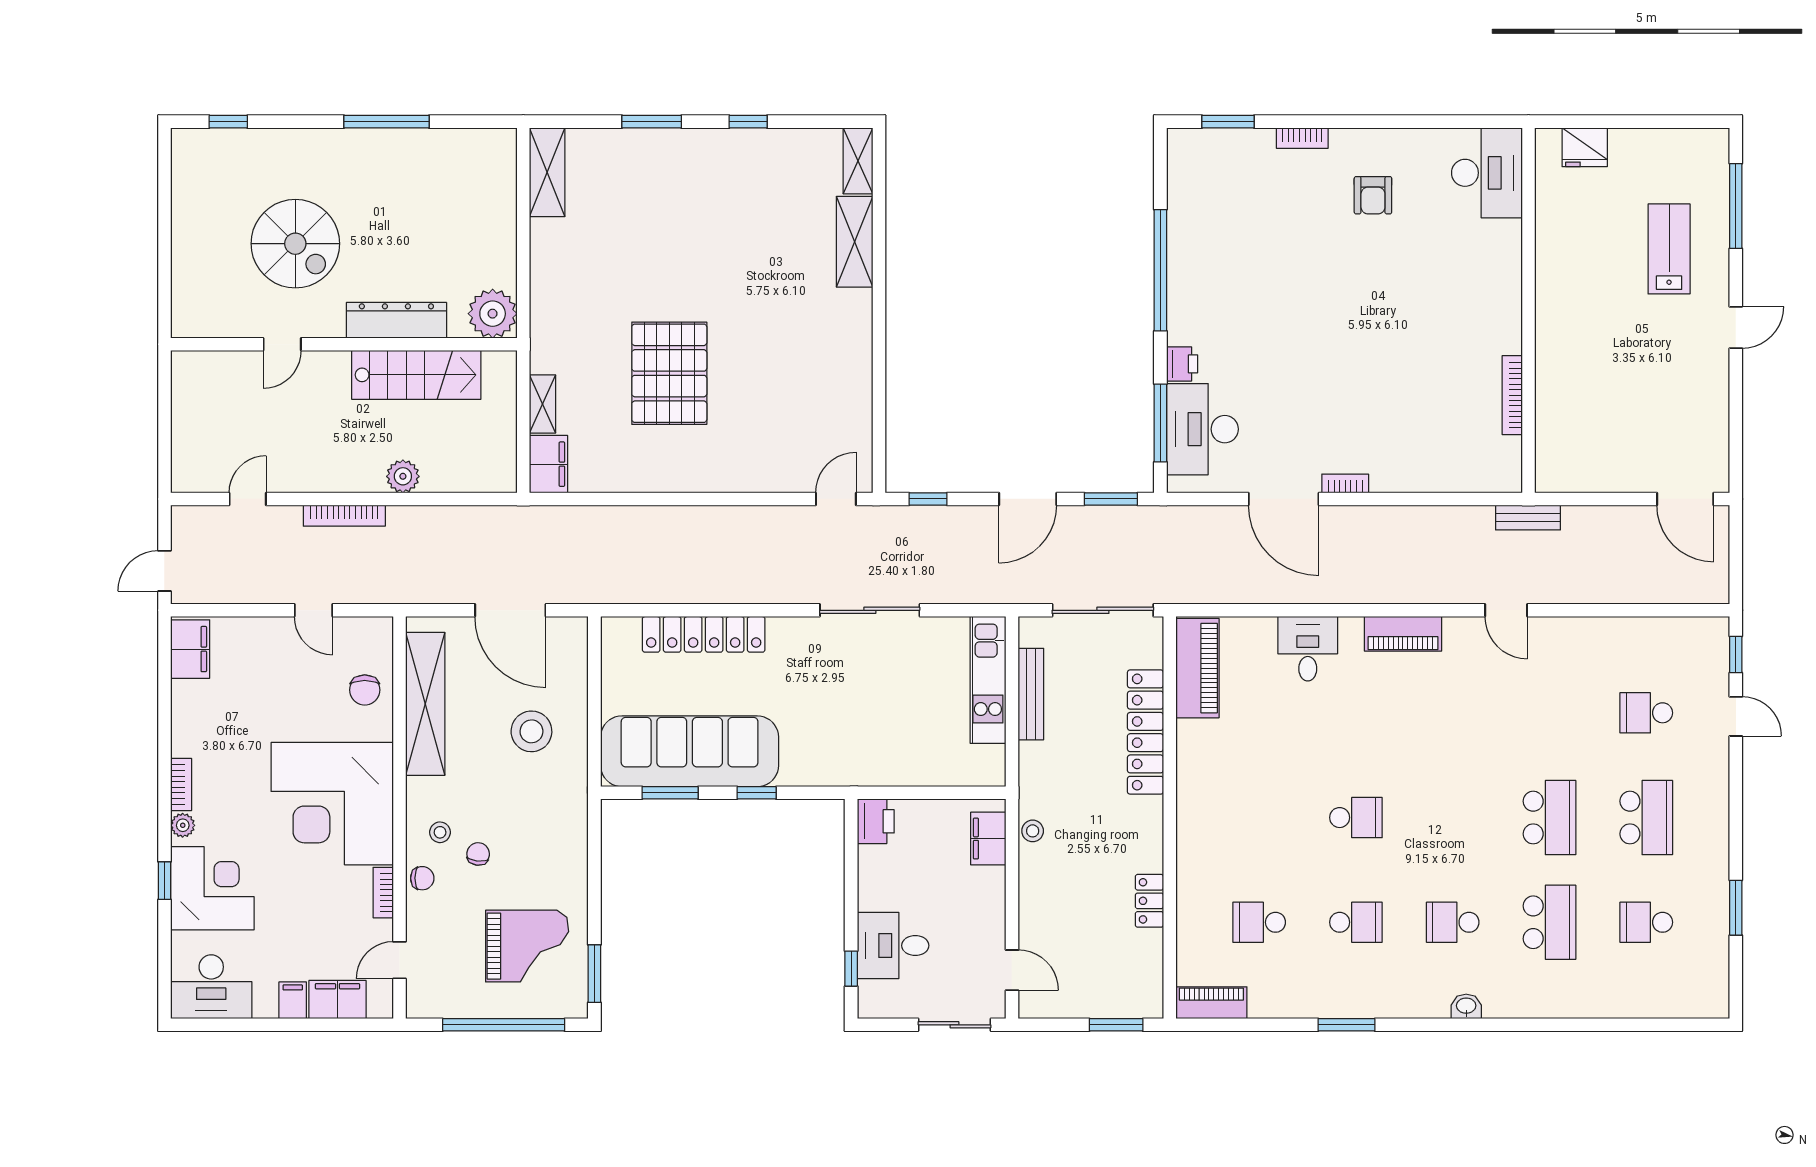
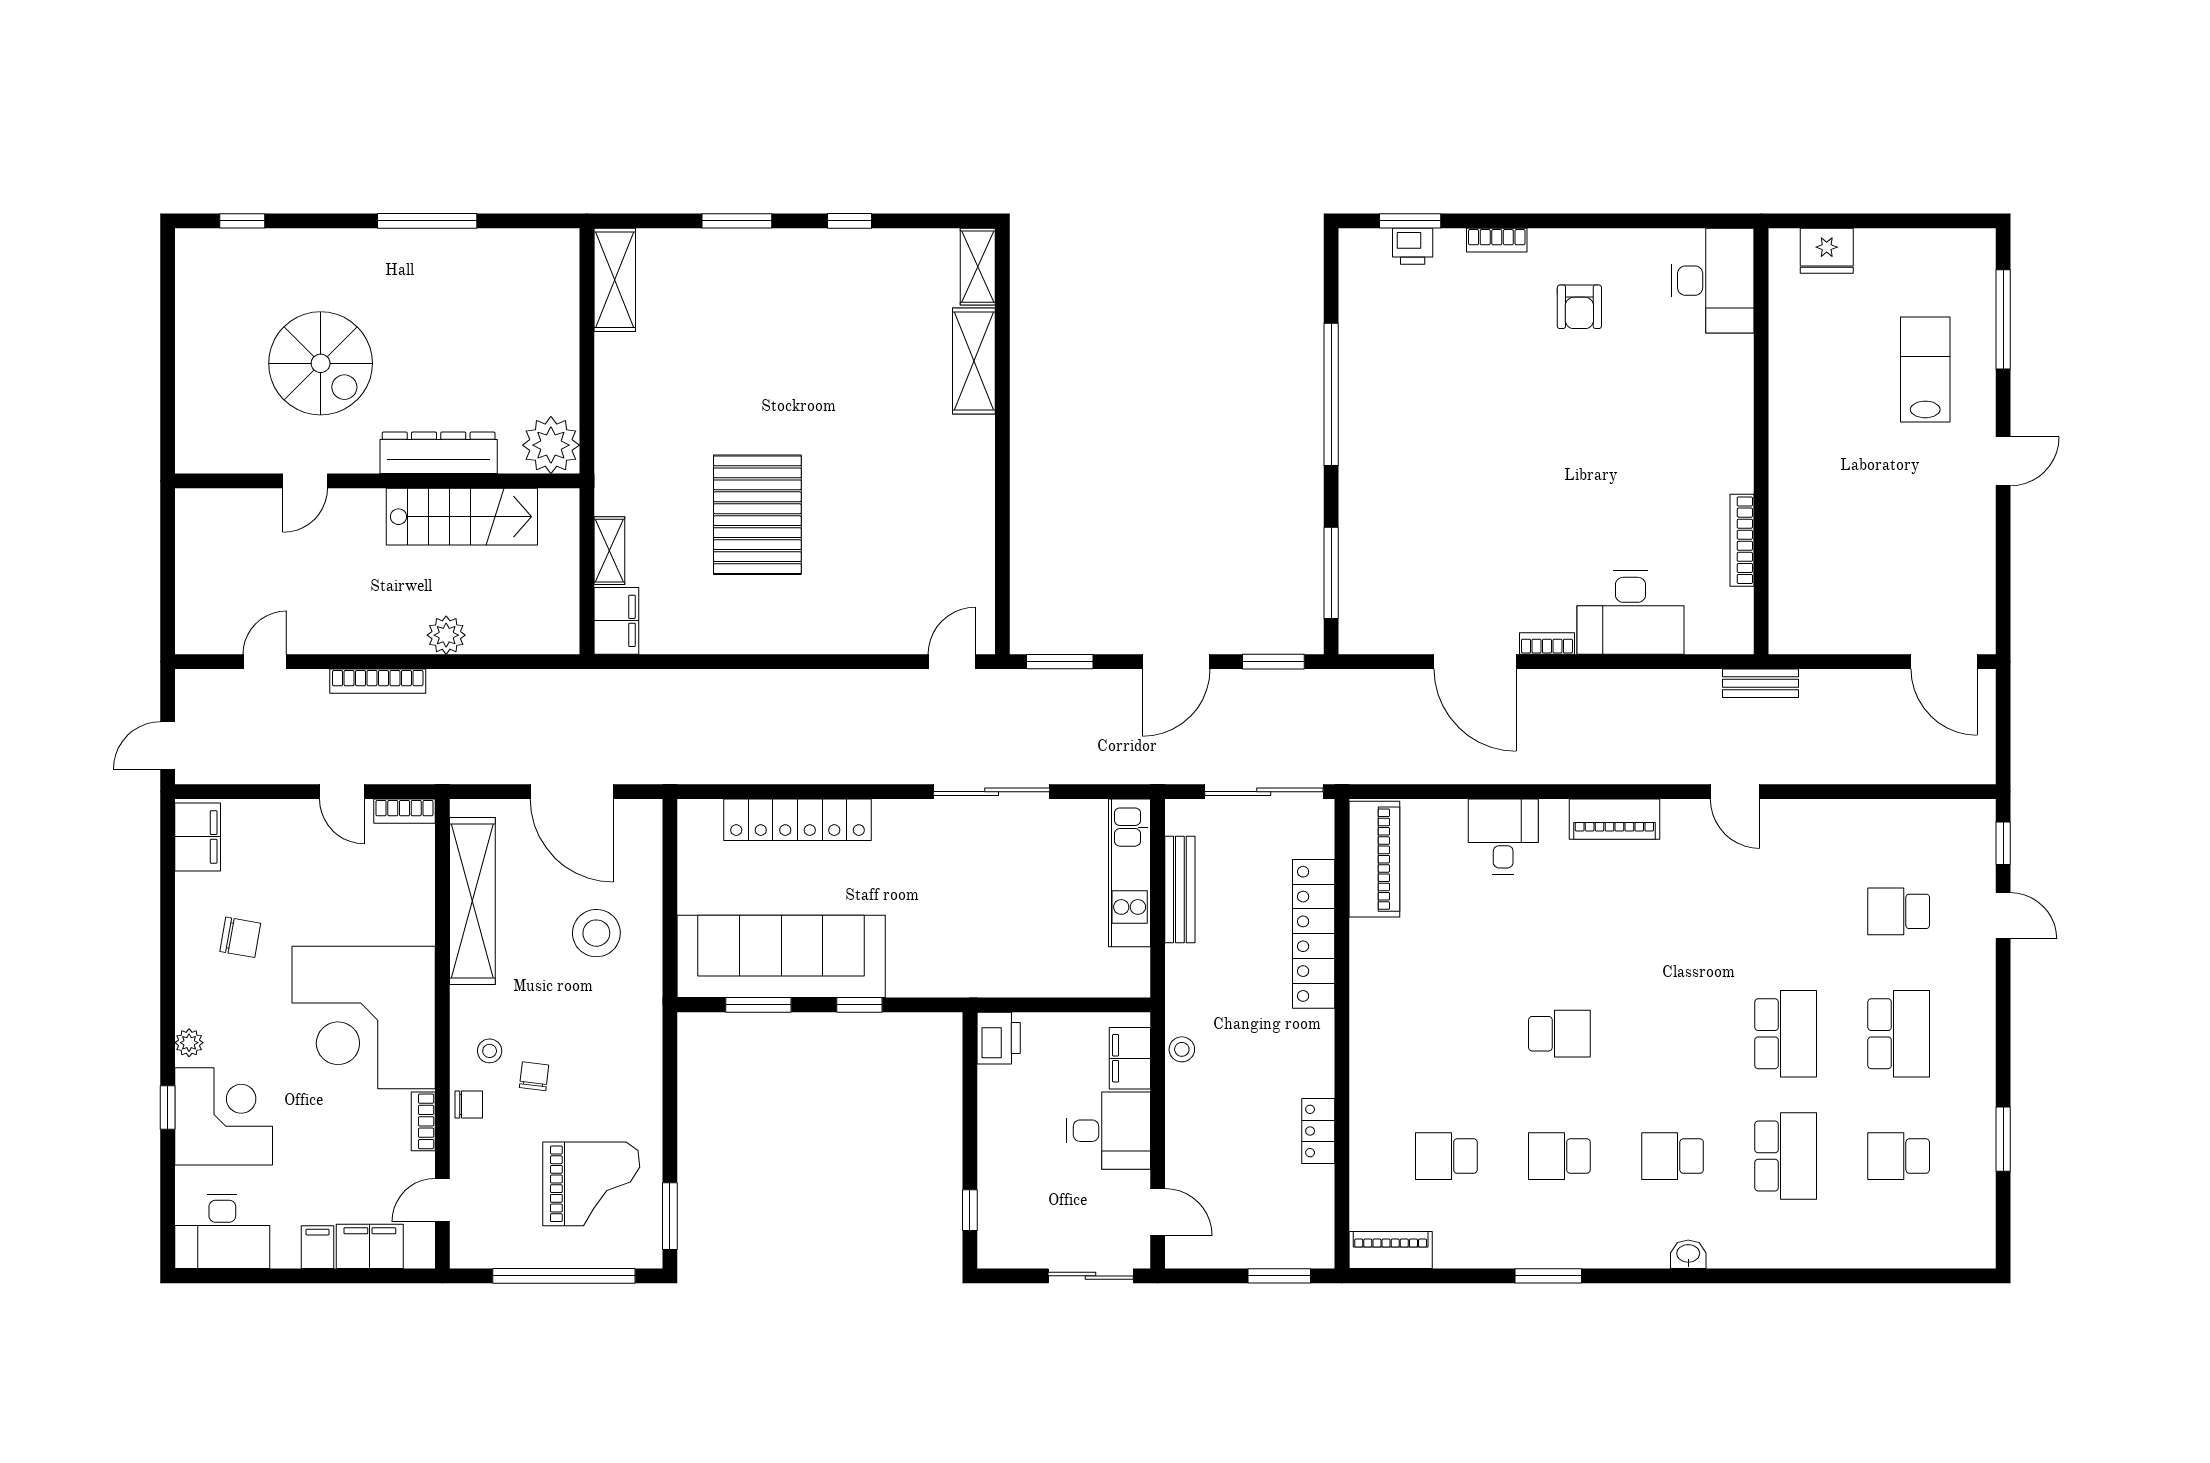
printer: (1182, 364) -> (1413, 246), moved, turned 90
desk: (1202, 429) -> (1630, 612), moved, turned -90
window: (928, 499) -> (1060, 662), width x1.50
chair: (365, 690) -> (240, 937), moved, turned -80
bookcase: (181, 785) -> (404, 811), moved, turned 90
school desk: (1356, 922) -> (1559, 1156), turned 180
desk: (893, 946) -> (1109, 1131), moved, turned 180

